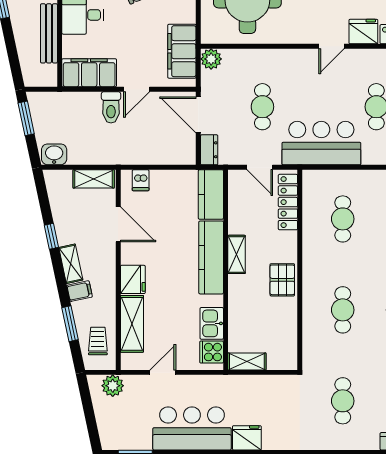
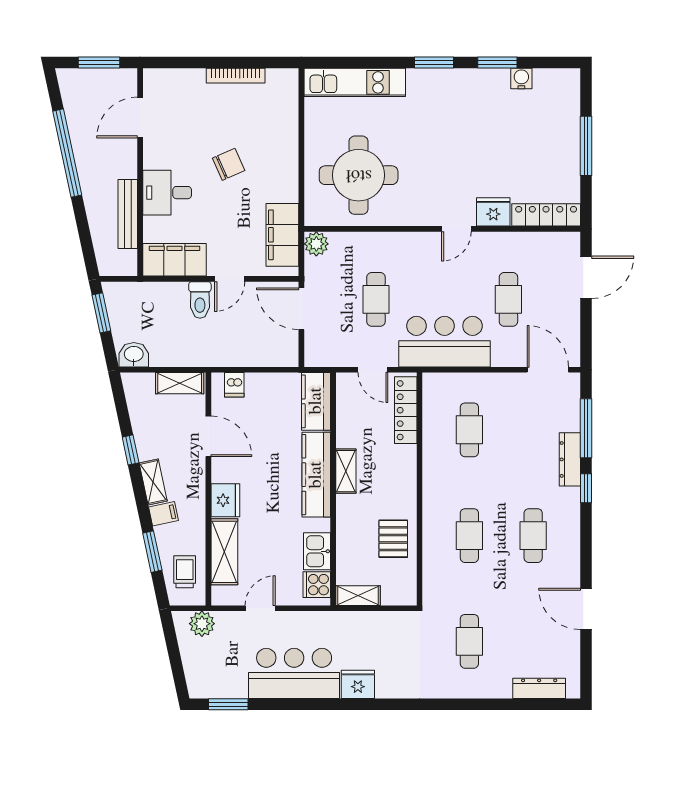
dresser: (209, 150) -> (314, 349), removed
pallet: (282, 280) -> (393, 539), moved

